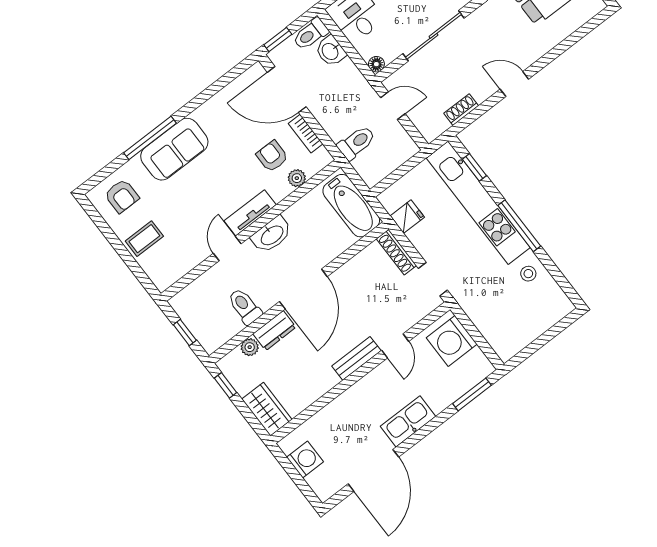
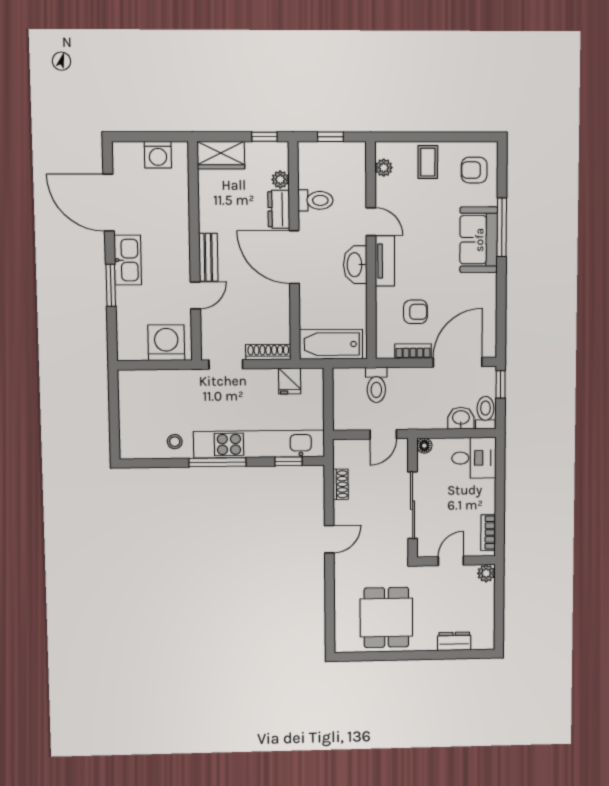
plant: (297, 178) -> (384, 168), moved
door: (395, 346) -> (195, 295), swing flipped
window: (472, 394) -> (111, 285), moved

